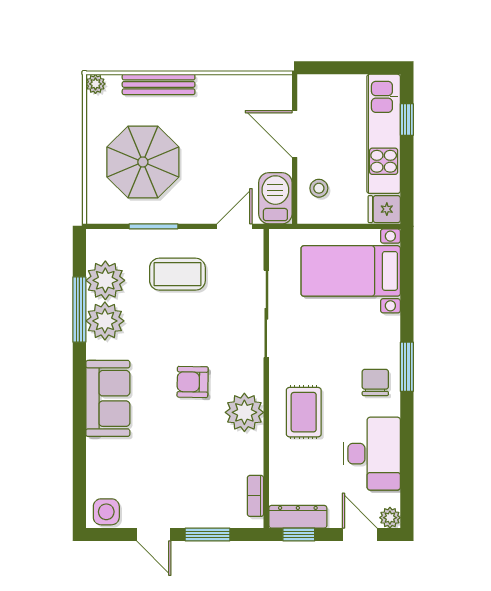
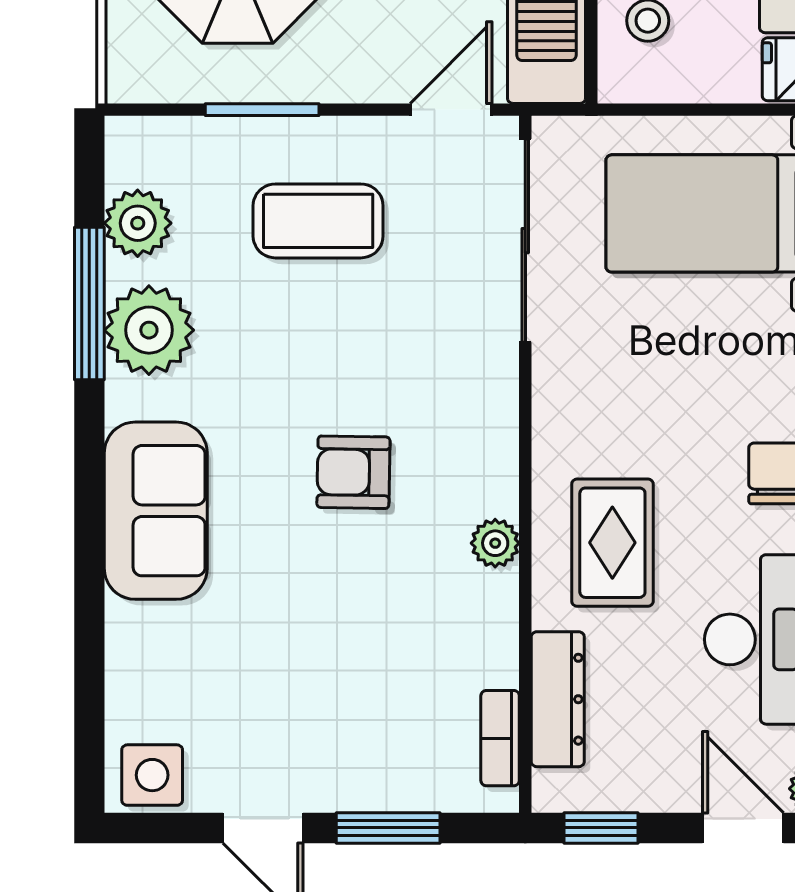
plant: (105, 280) -> (138, 223), width x0.73, depth x0.73
sliding door: (266, 314) -> (525, 241), moved
plant: (244, 412) -> (495, 543), width x0.53, depth x0.53
dresser: (298, 517) -> (558, 699), moved, turned 90

